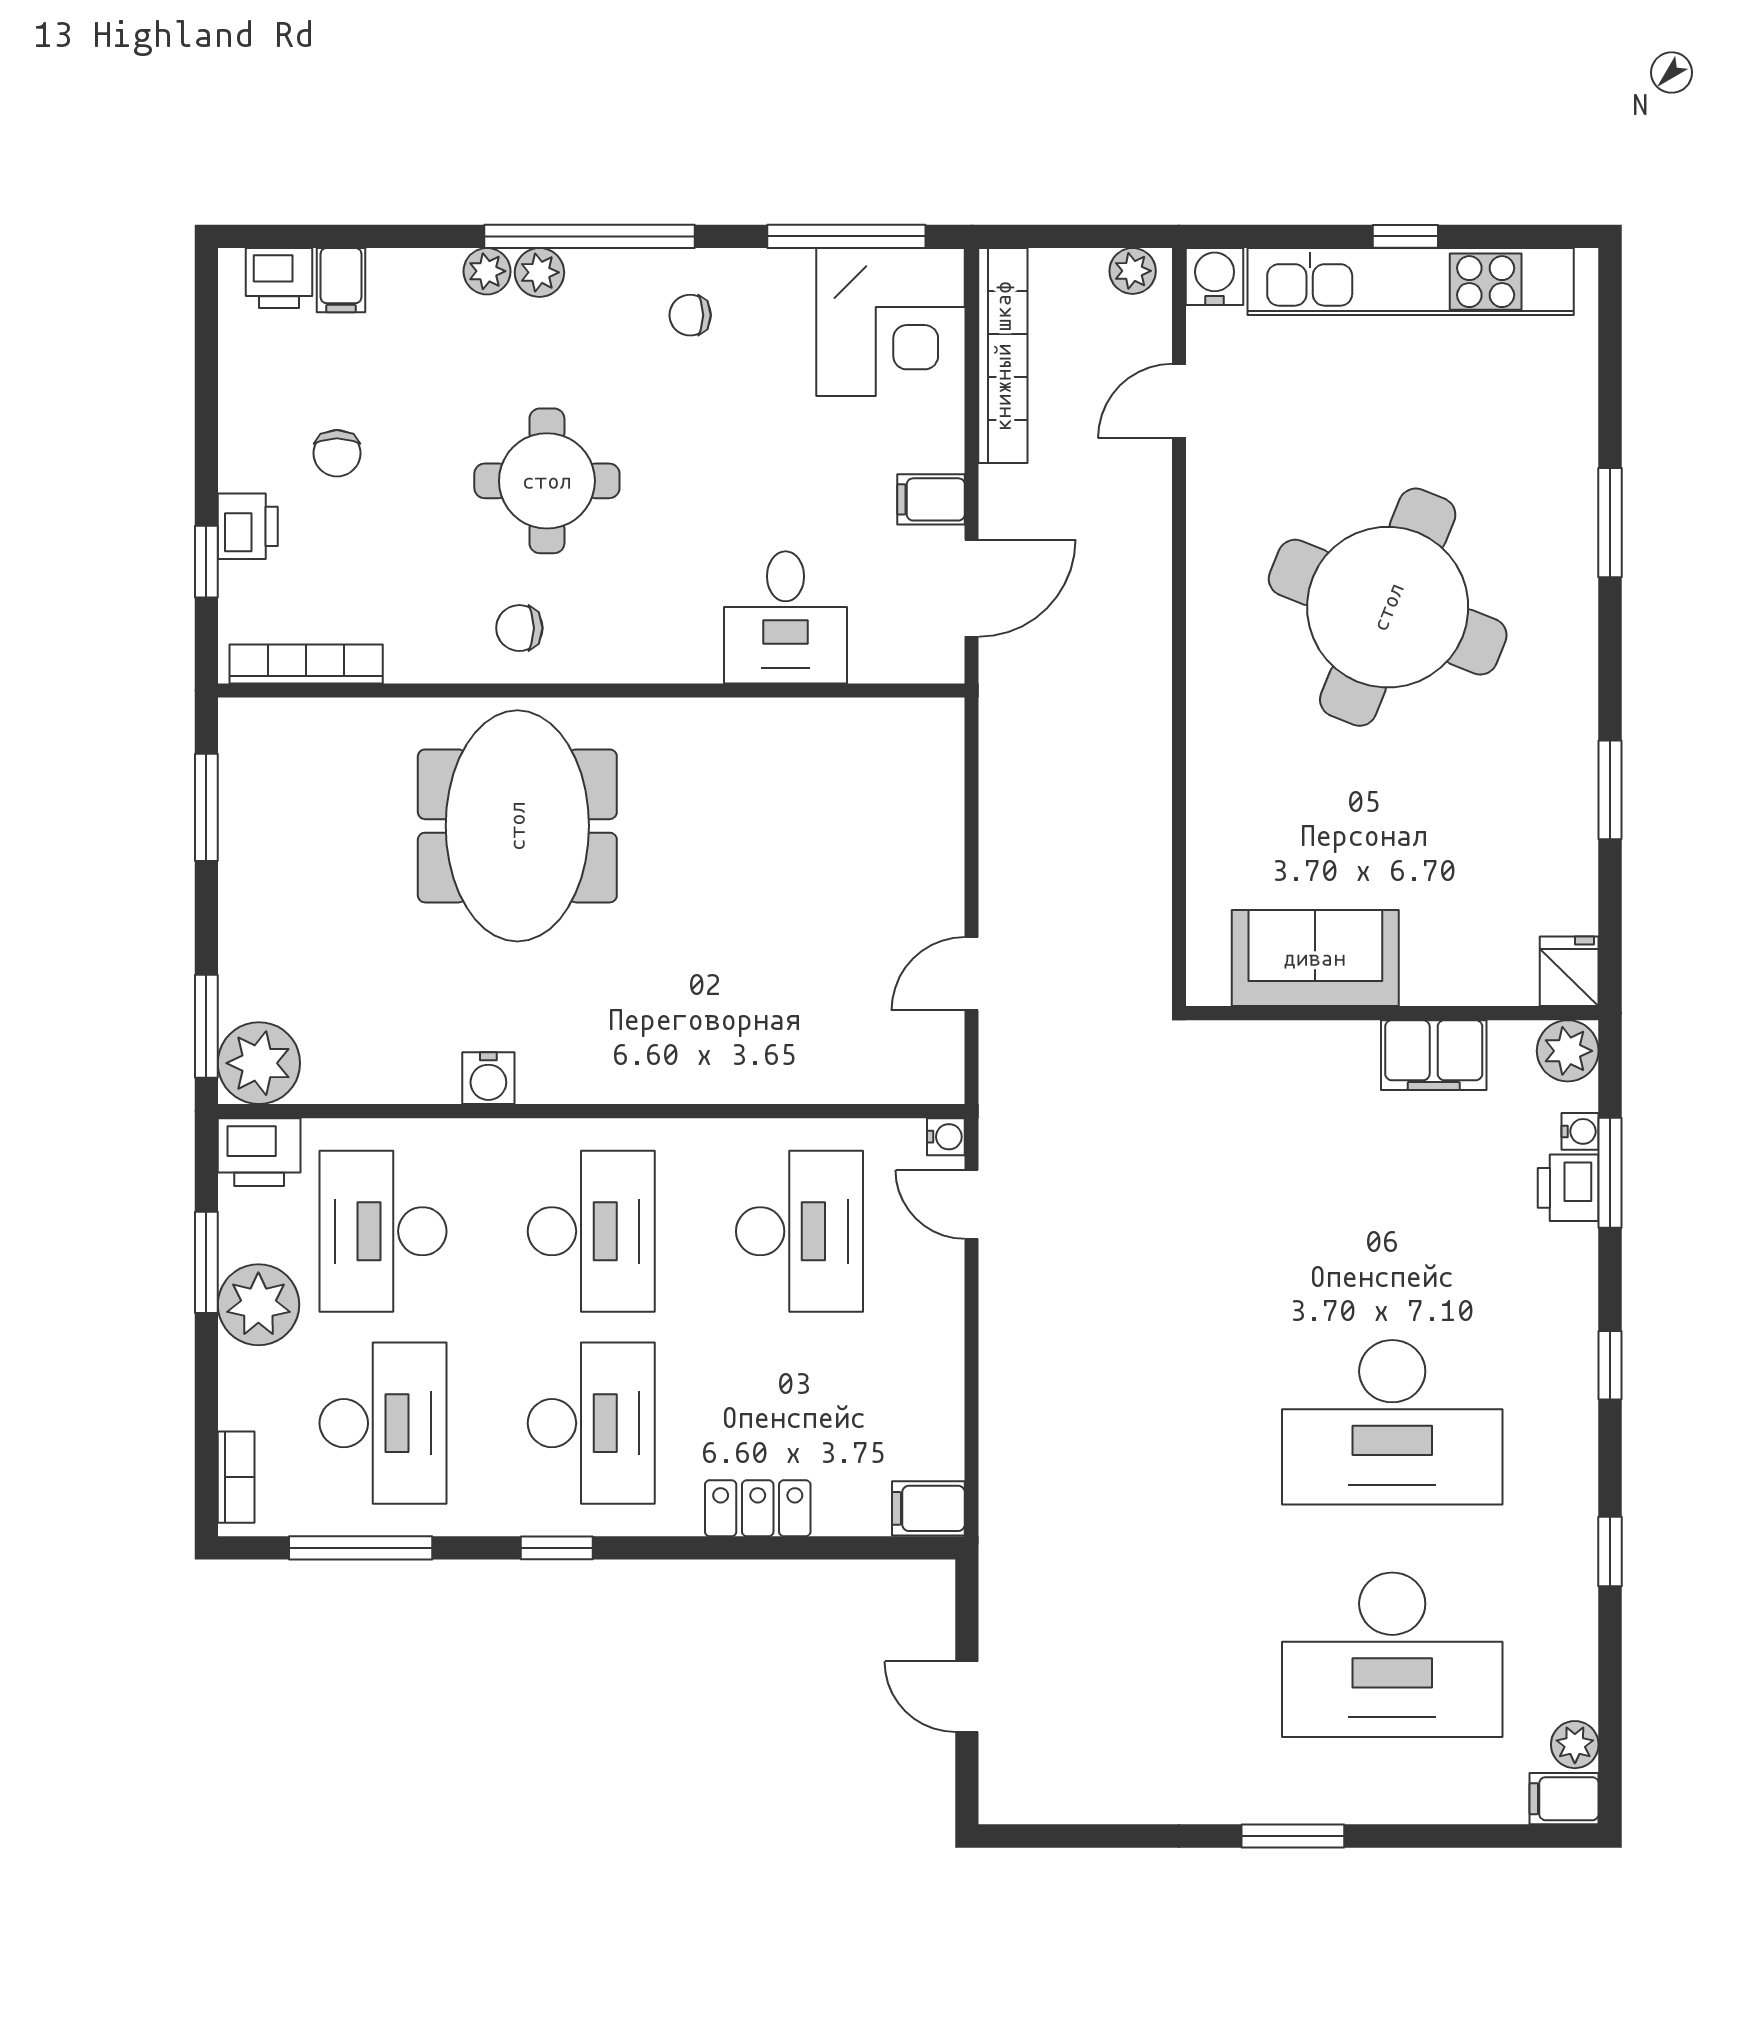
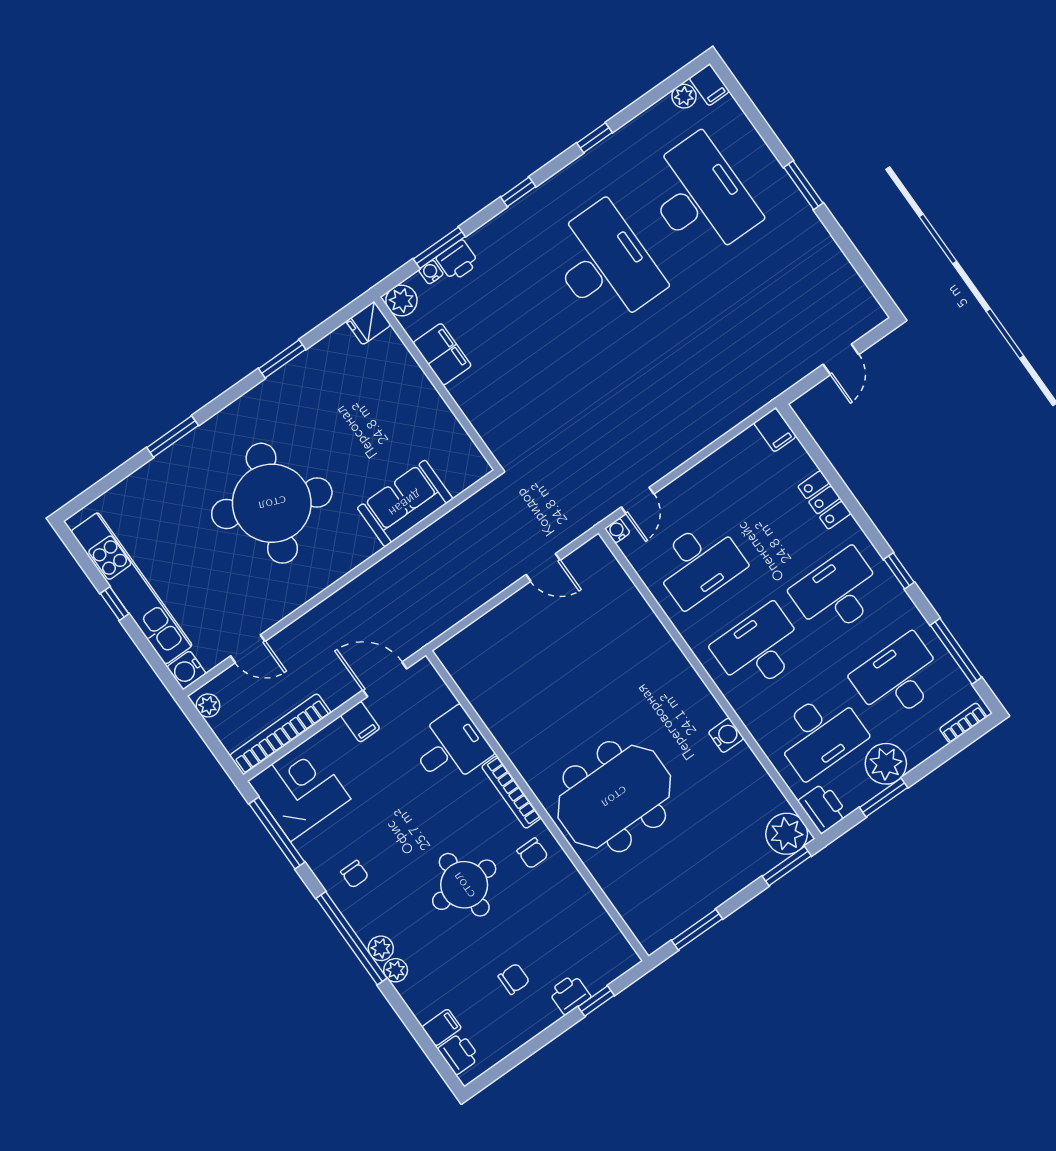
bookcase: (306, 664) -> (511, 792), moved
sofa: (1315, 958) -> (405, 503), moved, turned 90
desk: (799, 1231) -> (699, 563), turned 180

